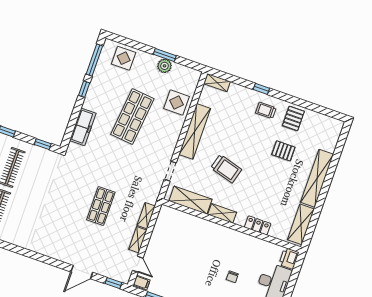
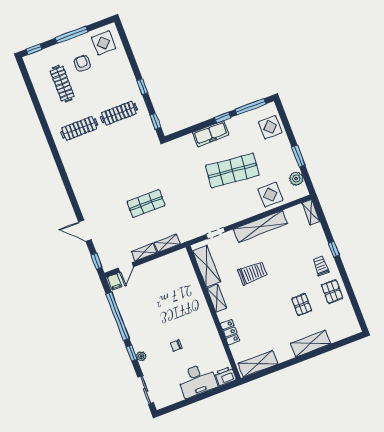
plant: (165, 66) -> (296, 179), moved
pallet: (293, 118) -> (332, 292), turned 90
freezer: (83, 127) -> (211, 134), moved
trolley: (226, 169) -> (252, 273), turned -106
shelving: (317, 178) -> (311, 344), width x0.68

